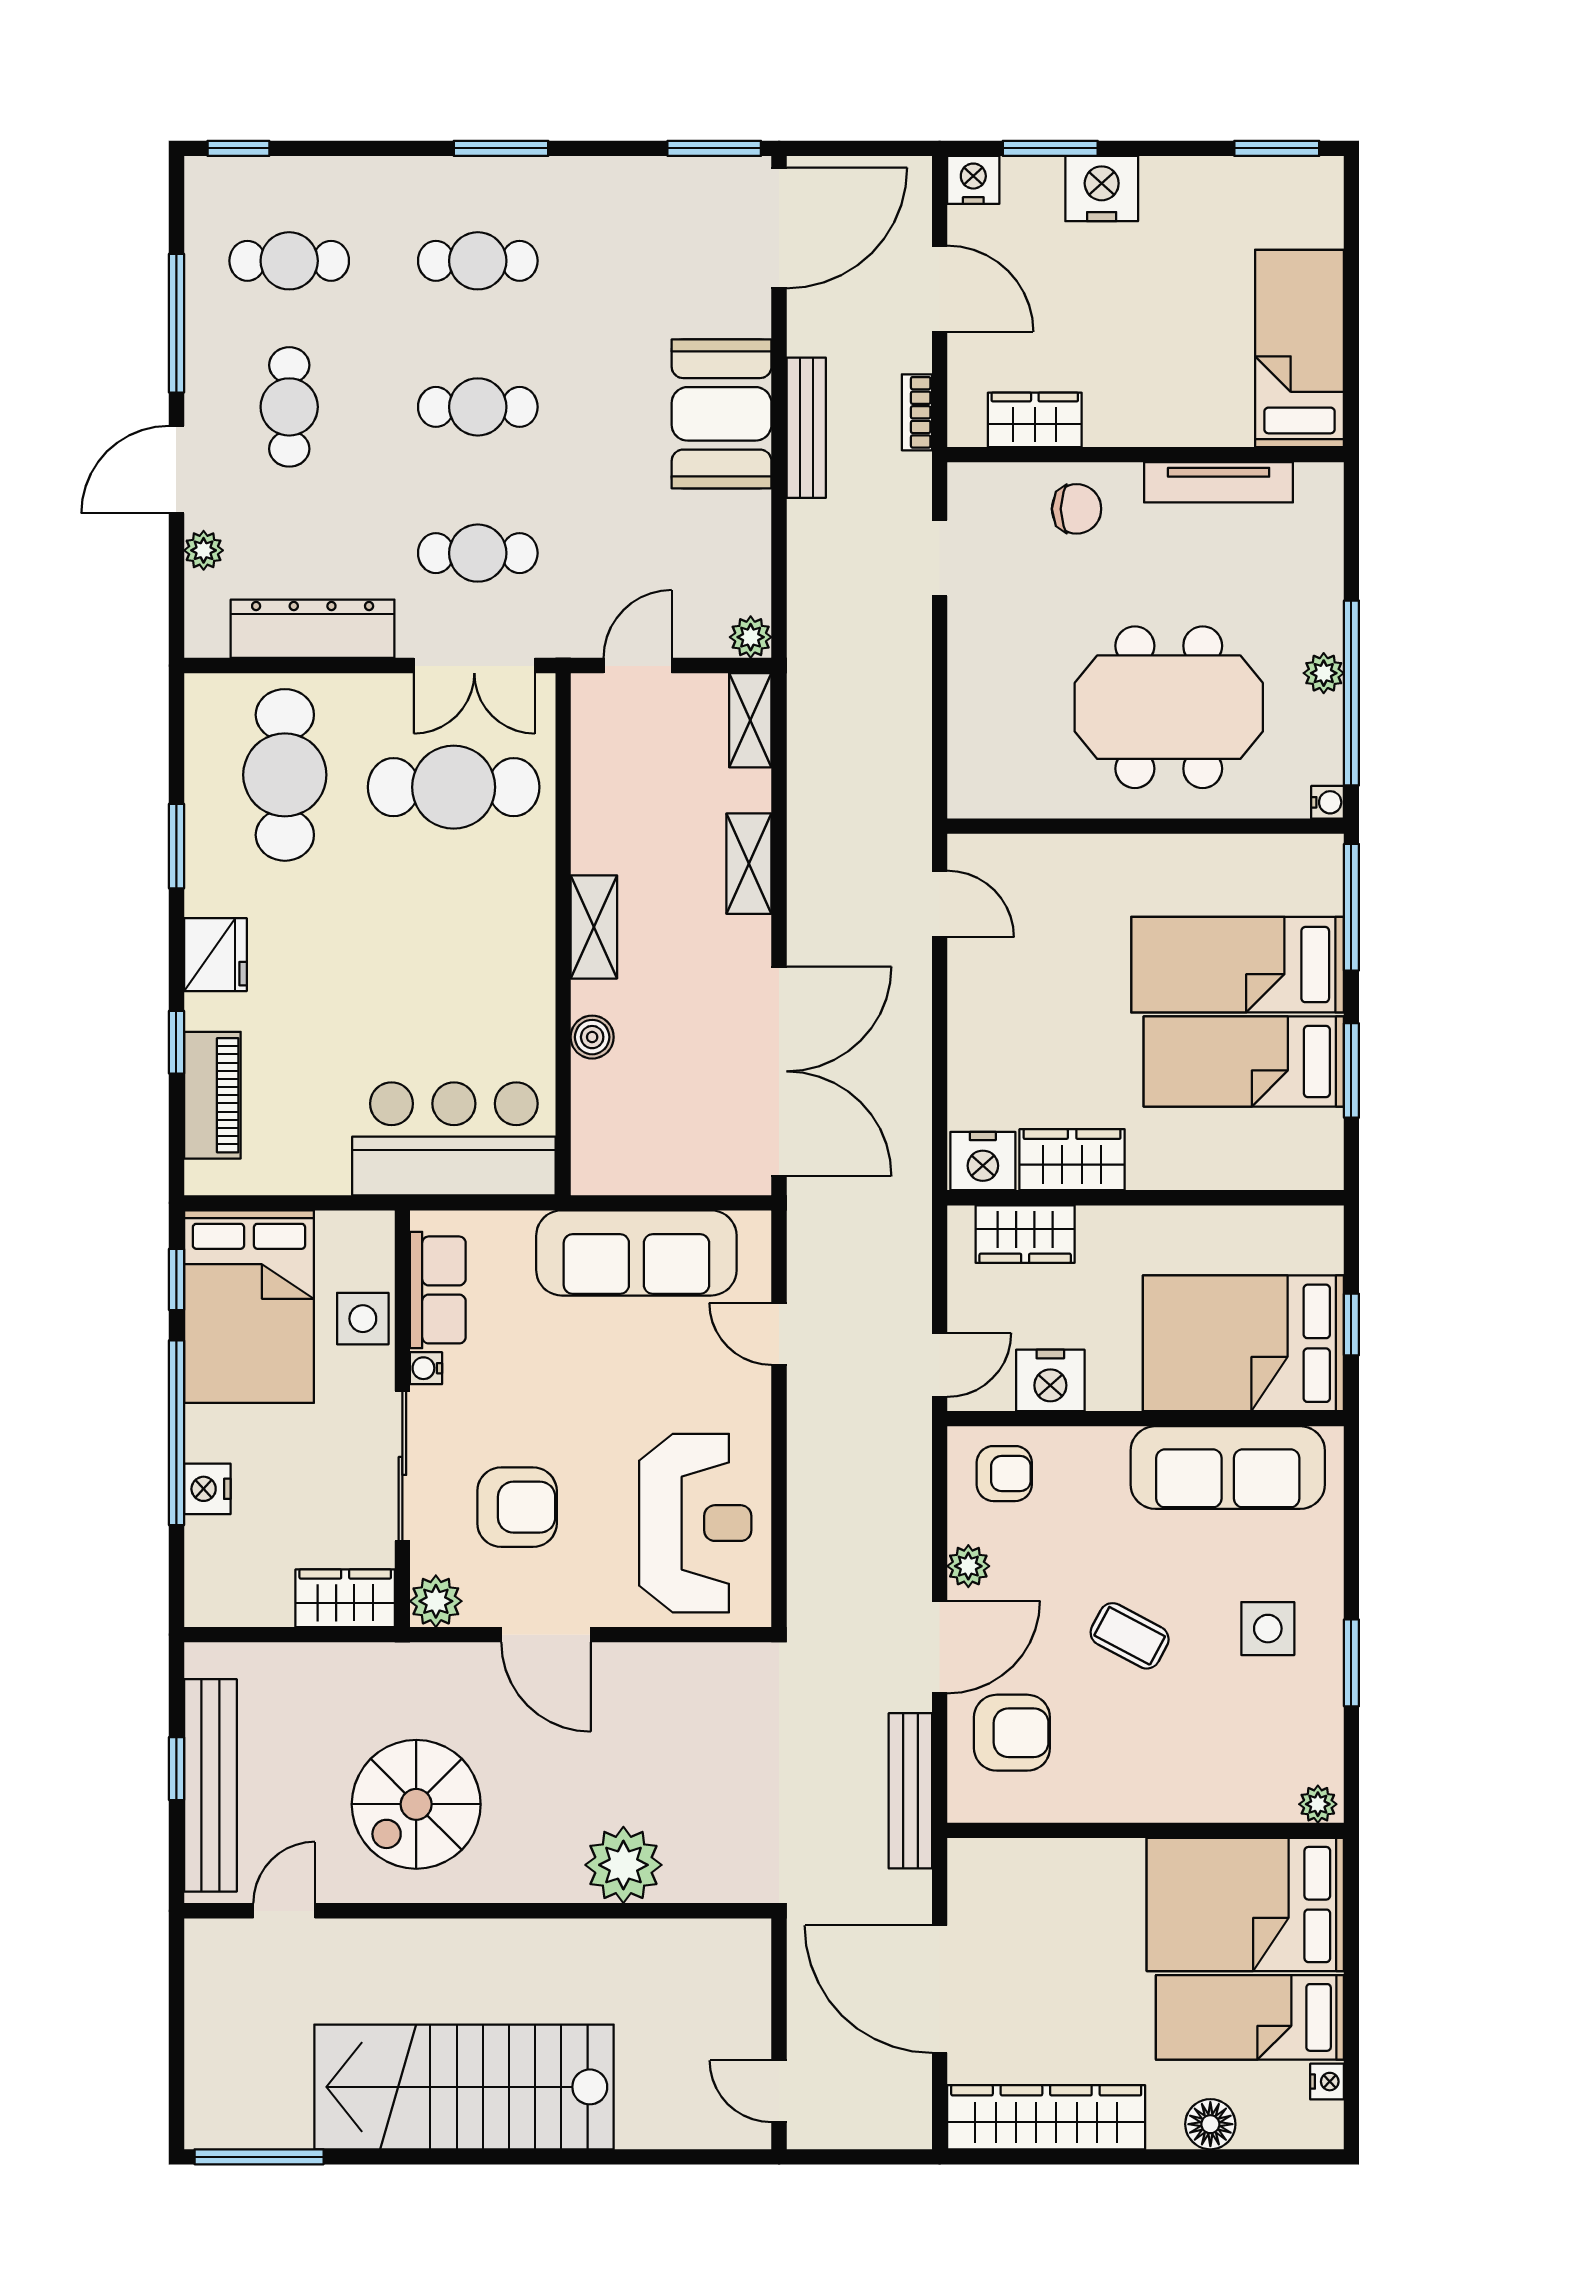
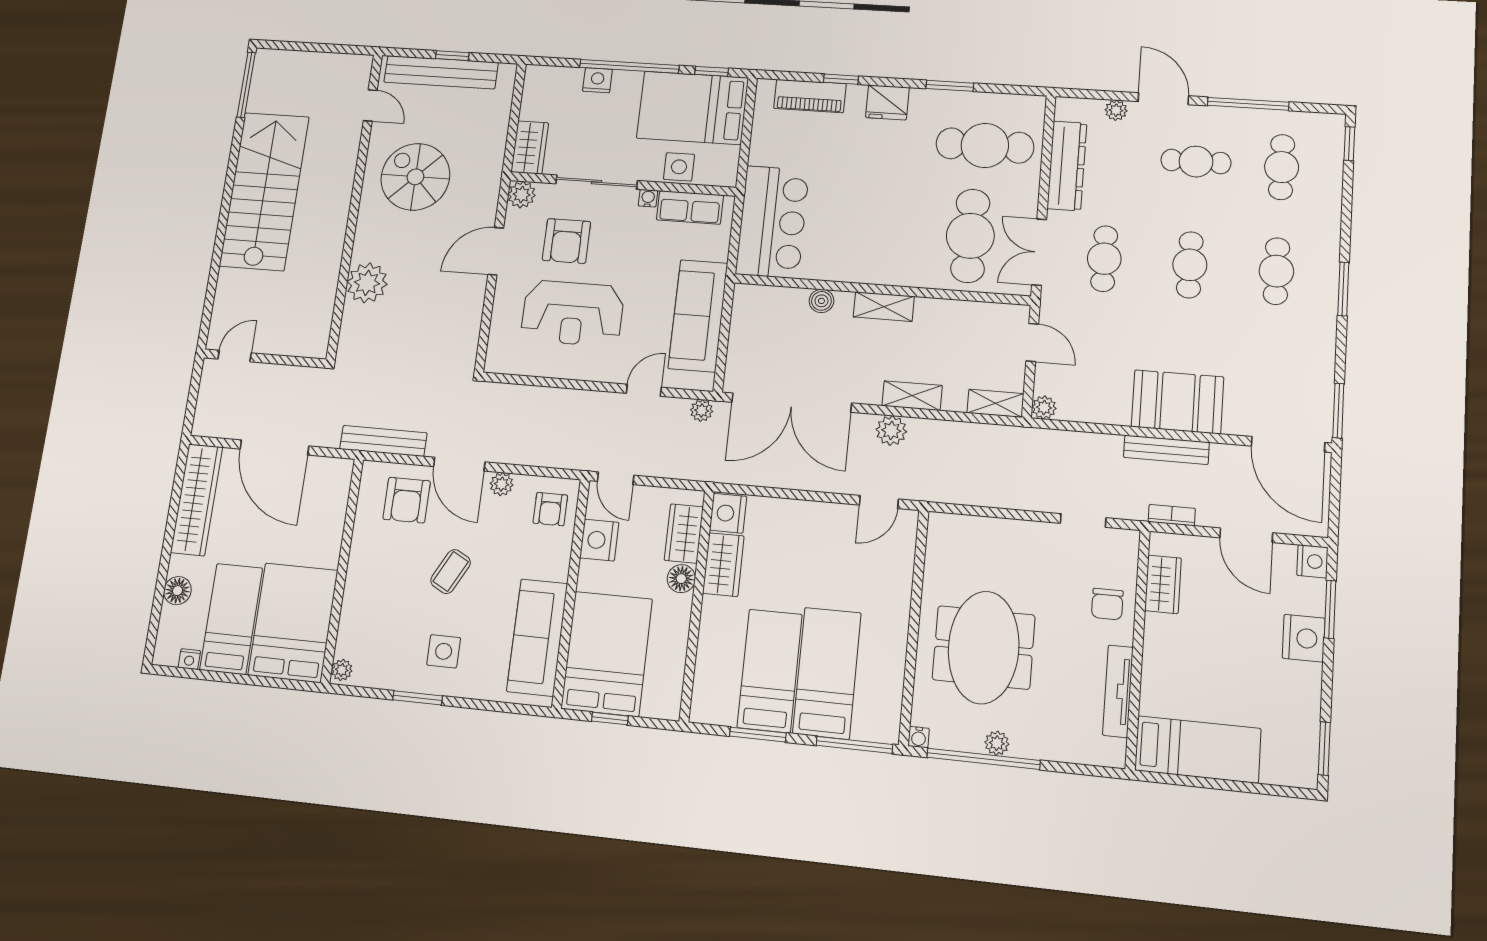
door: (940, 289) -> (1246, 535), hinge flipped
plant: (813, 894) -> (891, 431), added
plant: (807, 1227) -> (702, 411), added
floor lamp: (1103, 1230) -> (681, 579), added
reception desk: (695, 1523) -> (573, 313), moved
door: (940, 1989) -> (274, 447), swing flipped

